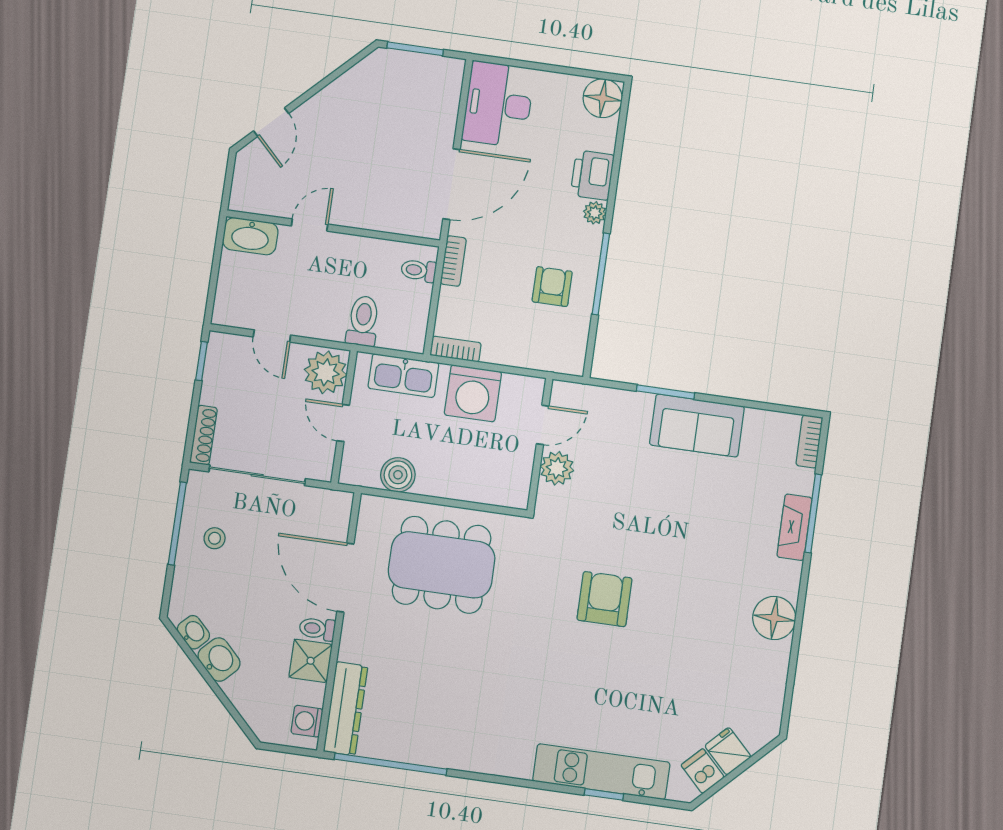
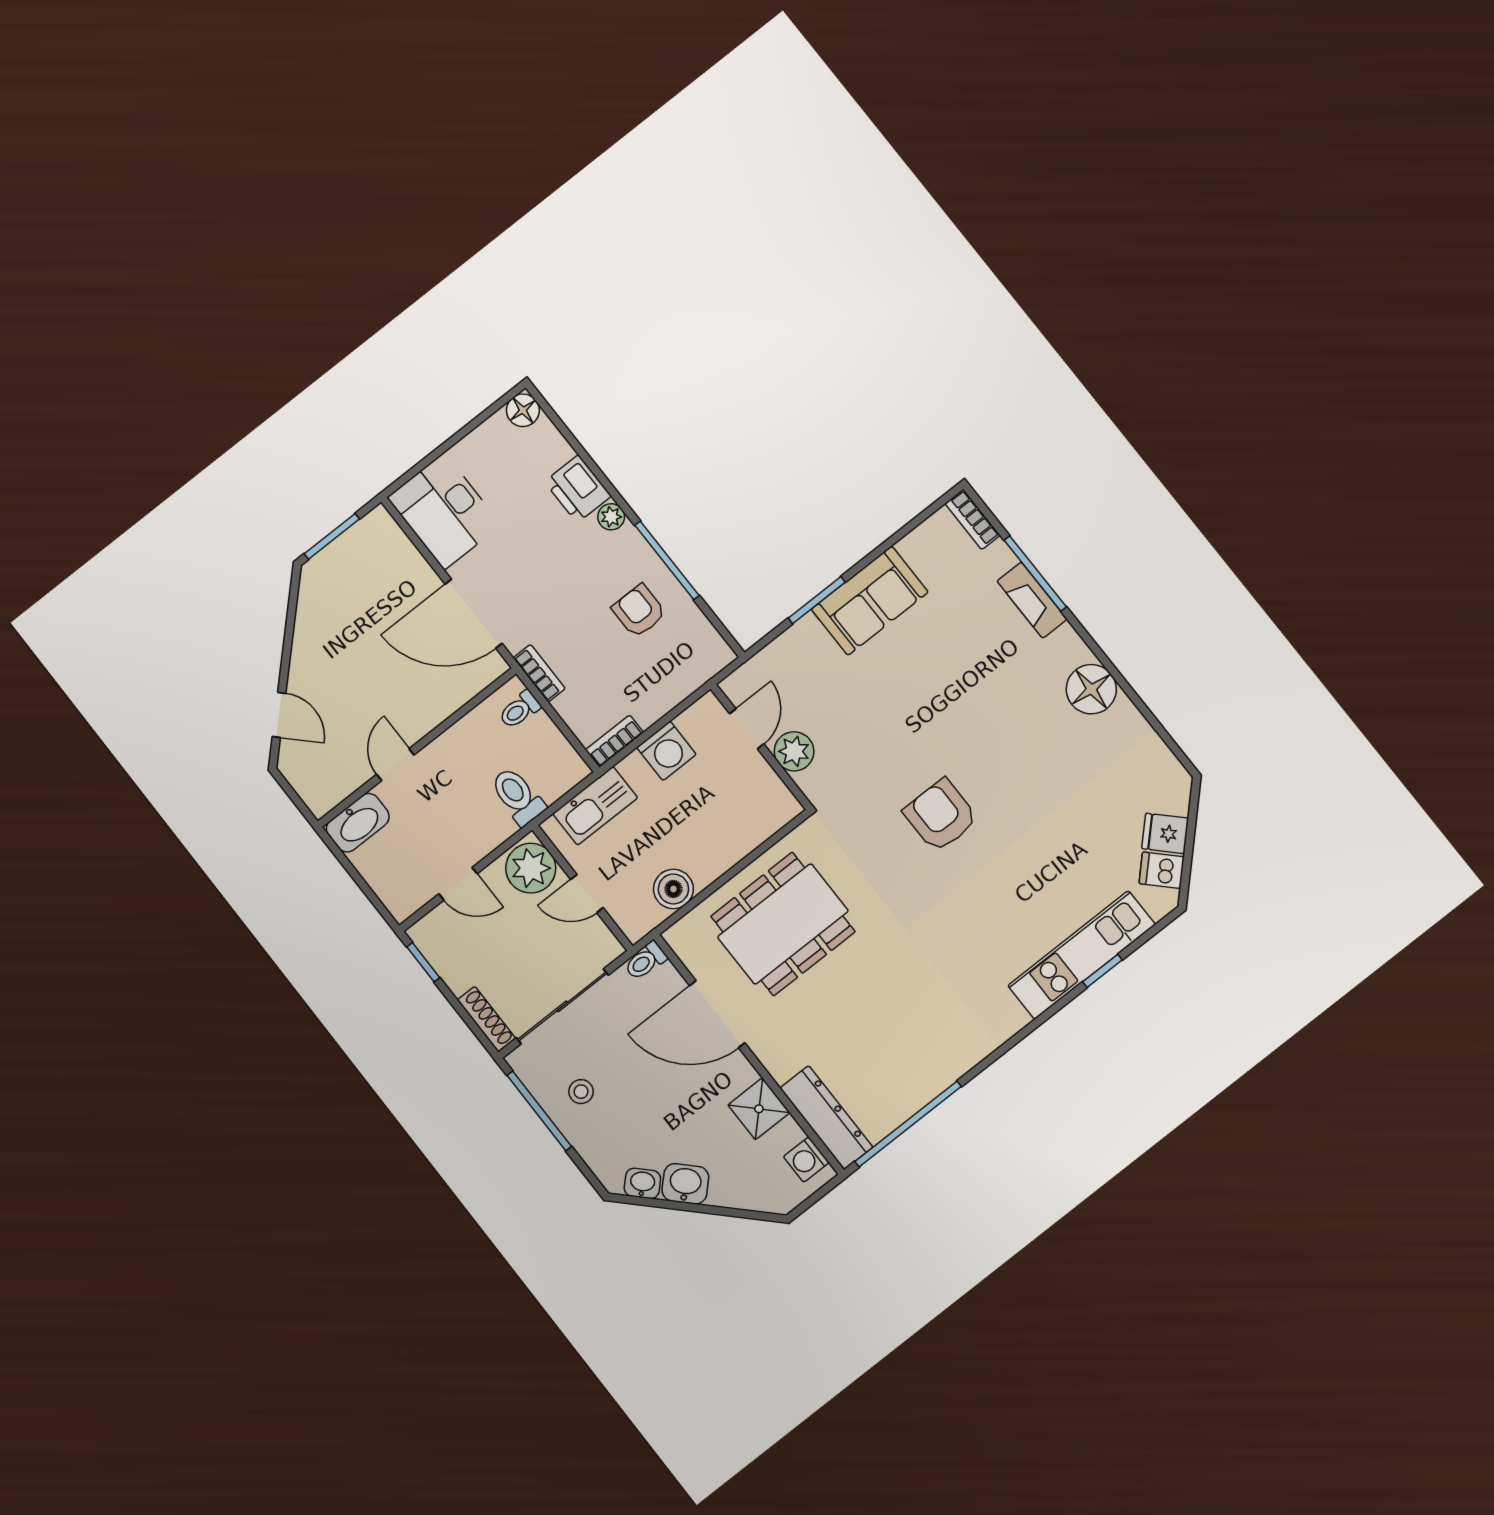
floor lamp: (603, 98) -> (523, 410), width x0.73, depth x0.73
door: (451, 184) -> (474, 614), swing flipped
washing machine: (473, 393) -> (666, 751), width x0.73, depth x0.73
toilet: (317, 629) -> (645, 961), moved

